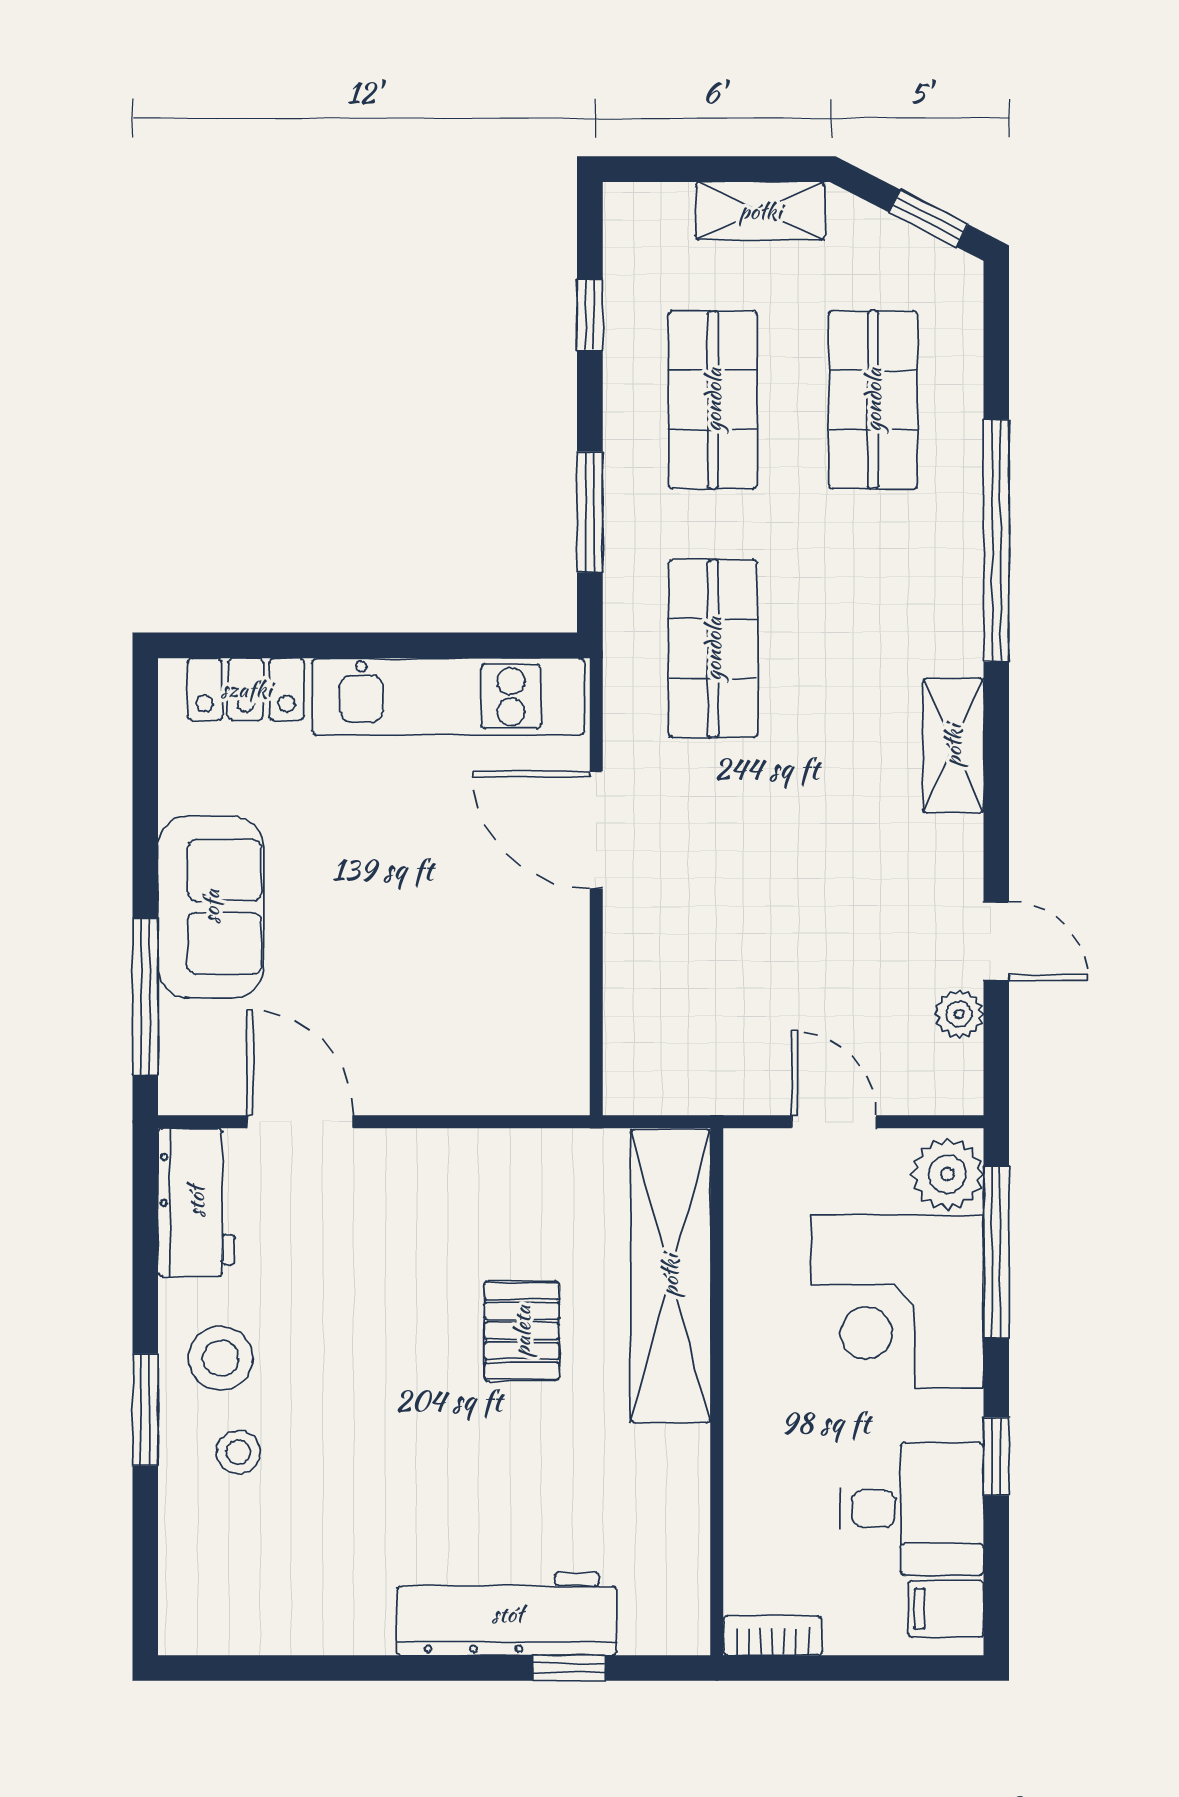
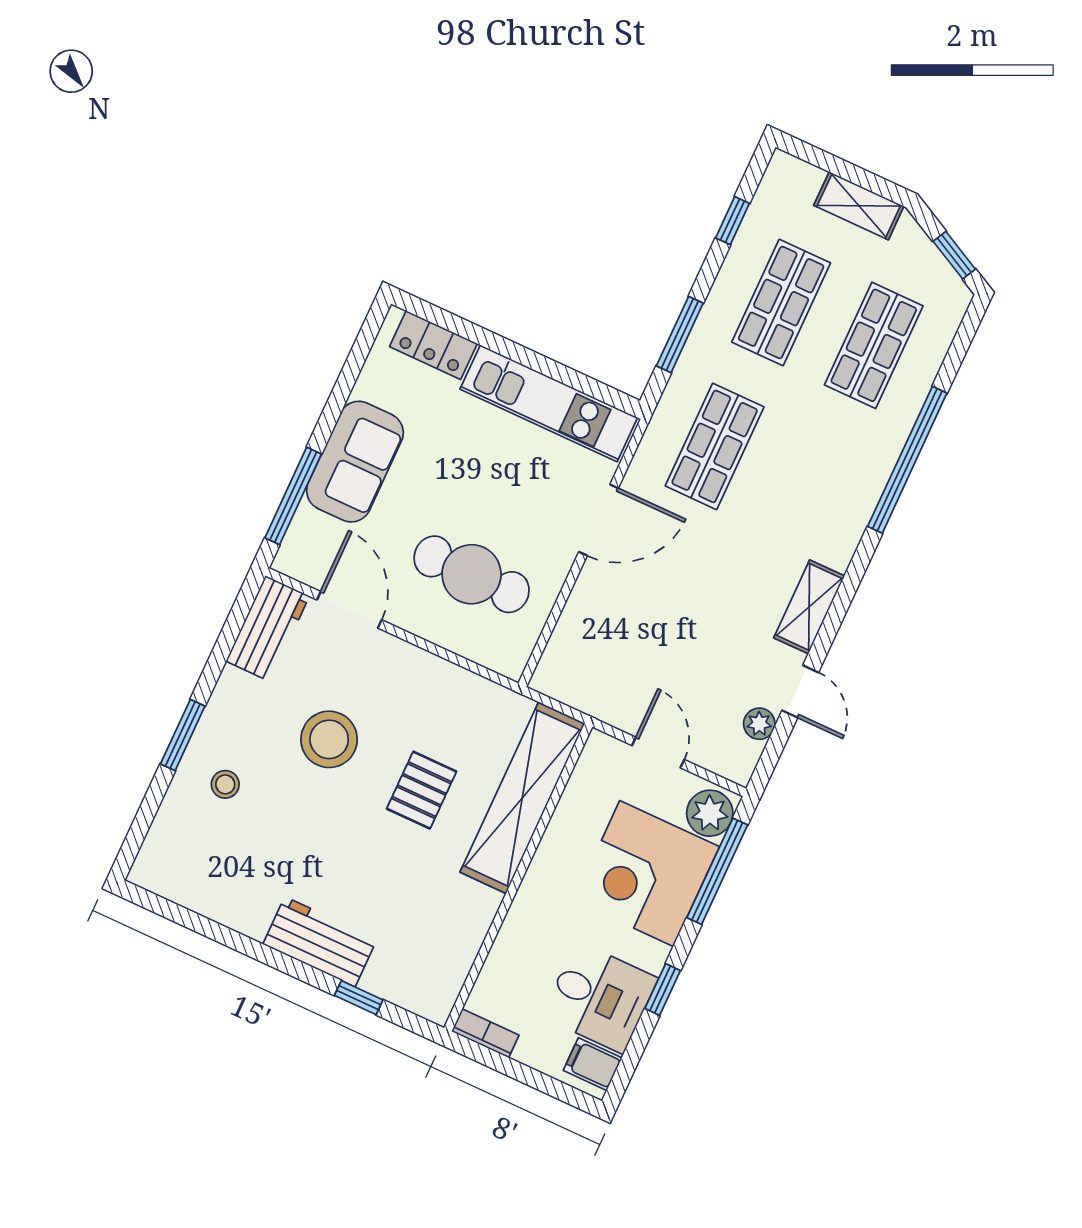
shelving: (953, 746) -> (809, 607), moved
door: (596, 830) -> (599, 520), swing flipped
cafe table: (451, 991) -> (472, 574), added
stool: (221, 1358) -> (329, 739), moved, width x1.38, depth x1.38
workbench: (507, 1614) -> (320, 942), width x0.73

